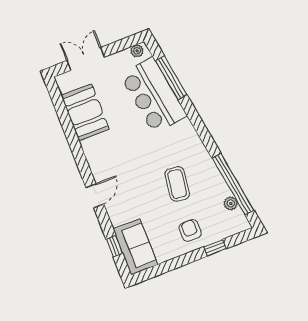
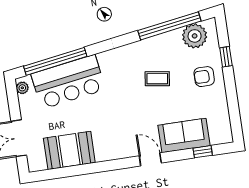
window: (171, 78) -> (55, 61), width x1.46
coffee table: (177, 184) -> (157, 79), width x0.73, depth x0.77
plant: (231, 203) -> (195, 36), width x1.88, depth x1.88
sofa: (135, 247) -> (184, 135), moved

